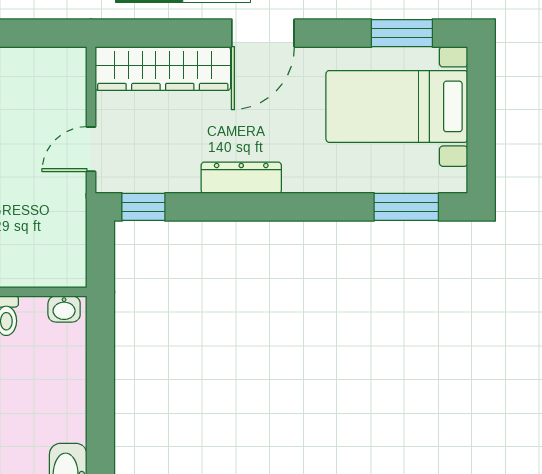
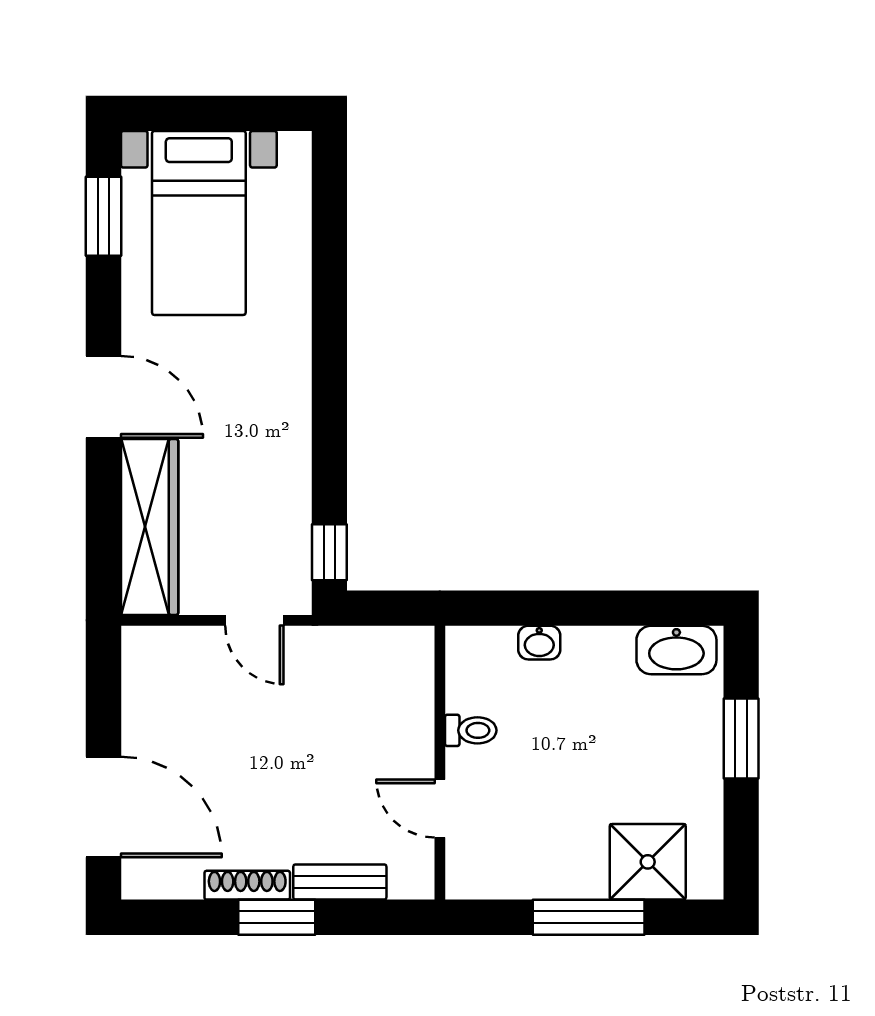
dresser: (241, 178) -> (292, 425), removed
window: (406, 207) -> (329, 211), removed
washbasin: (64, 309) -> (539, 643), moved, turned 90

